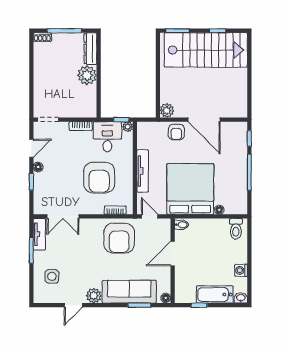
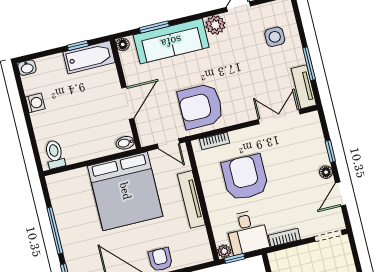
floor lamp: (219, 210) -> (82, 173), removed
armchair: (119, 238) -> (201, 106), turned -90
bathtub: (215, 295) -> (89, 57), moved

